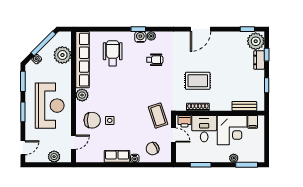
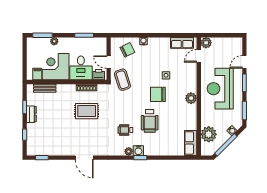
door: (201, 29) -> (84, 158), swing flipped
plant: (256, 41) -> (34, 147), removed
wheelchair: (113, 53) -> (150, 121), moved
row of seats: (82, 60) -> (191, 143), width x0.50
dresser: (259, 60) -> (31, 114), moved
chair: (92, 120) -> (158, 94), moved
door: (23, 148) -> (244, 62), moved
row of seats: (117, 156) -> (182, 43), moved
plant: (54, 157) -> (206, 43), moved

